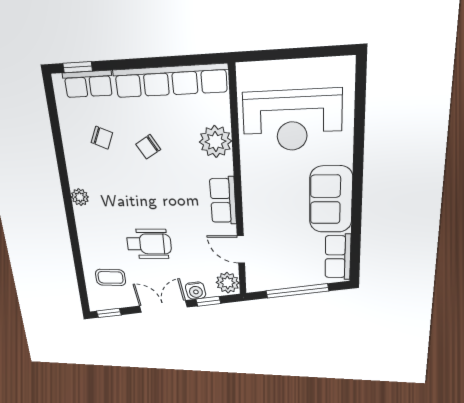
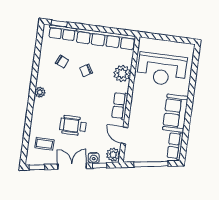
wheelchair: (149, 244) -> (73, 125), turned 180

